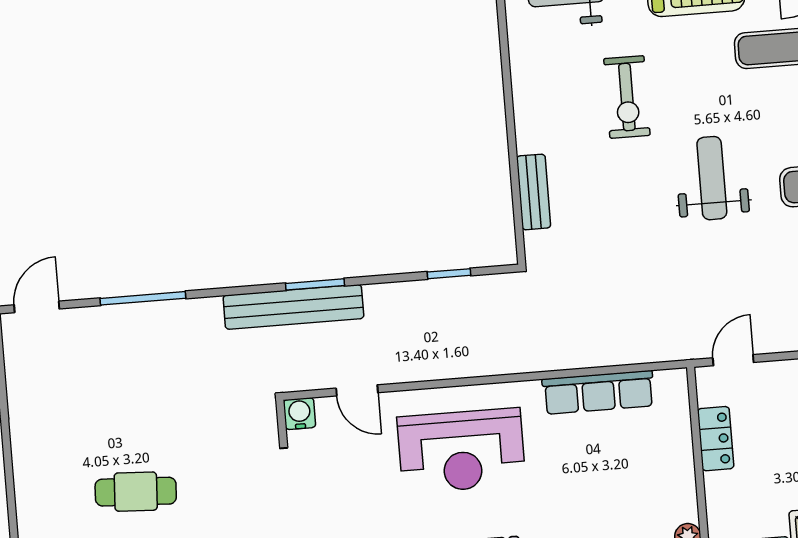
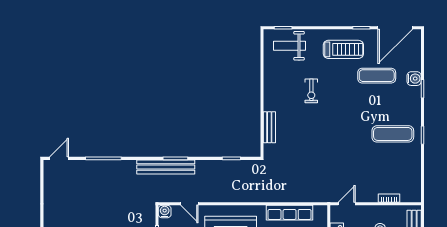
exercise bike: (627, 97) -> (311, 91), width x0.73, depth x0.72
weight bench: (712, 178) -> (344, 127), removed

